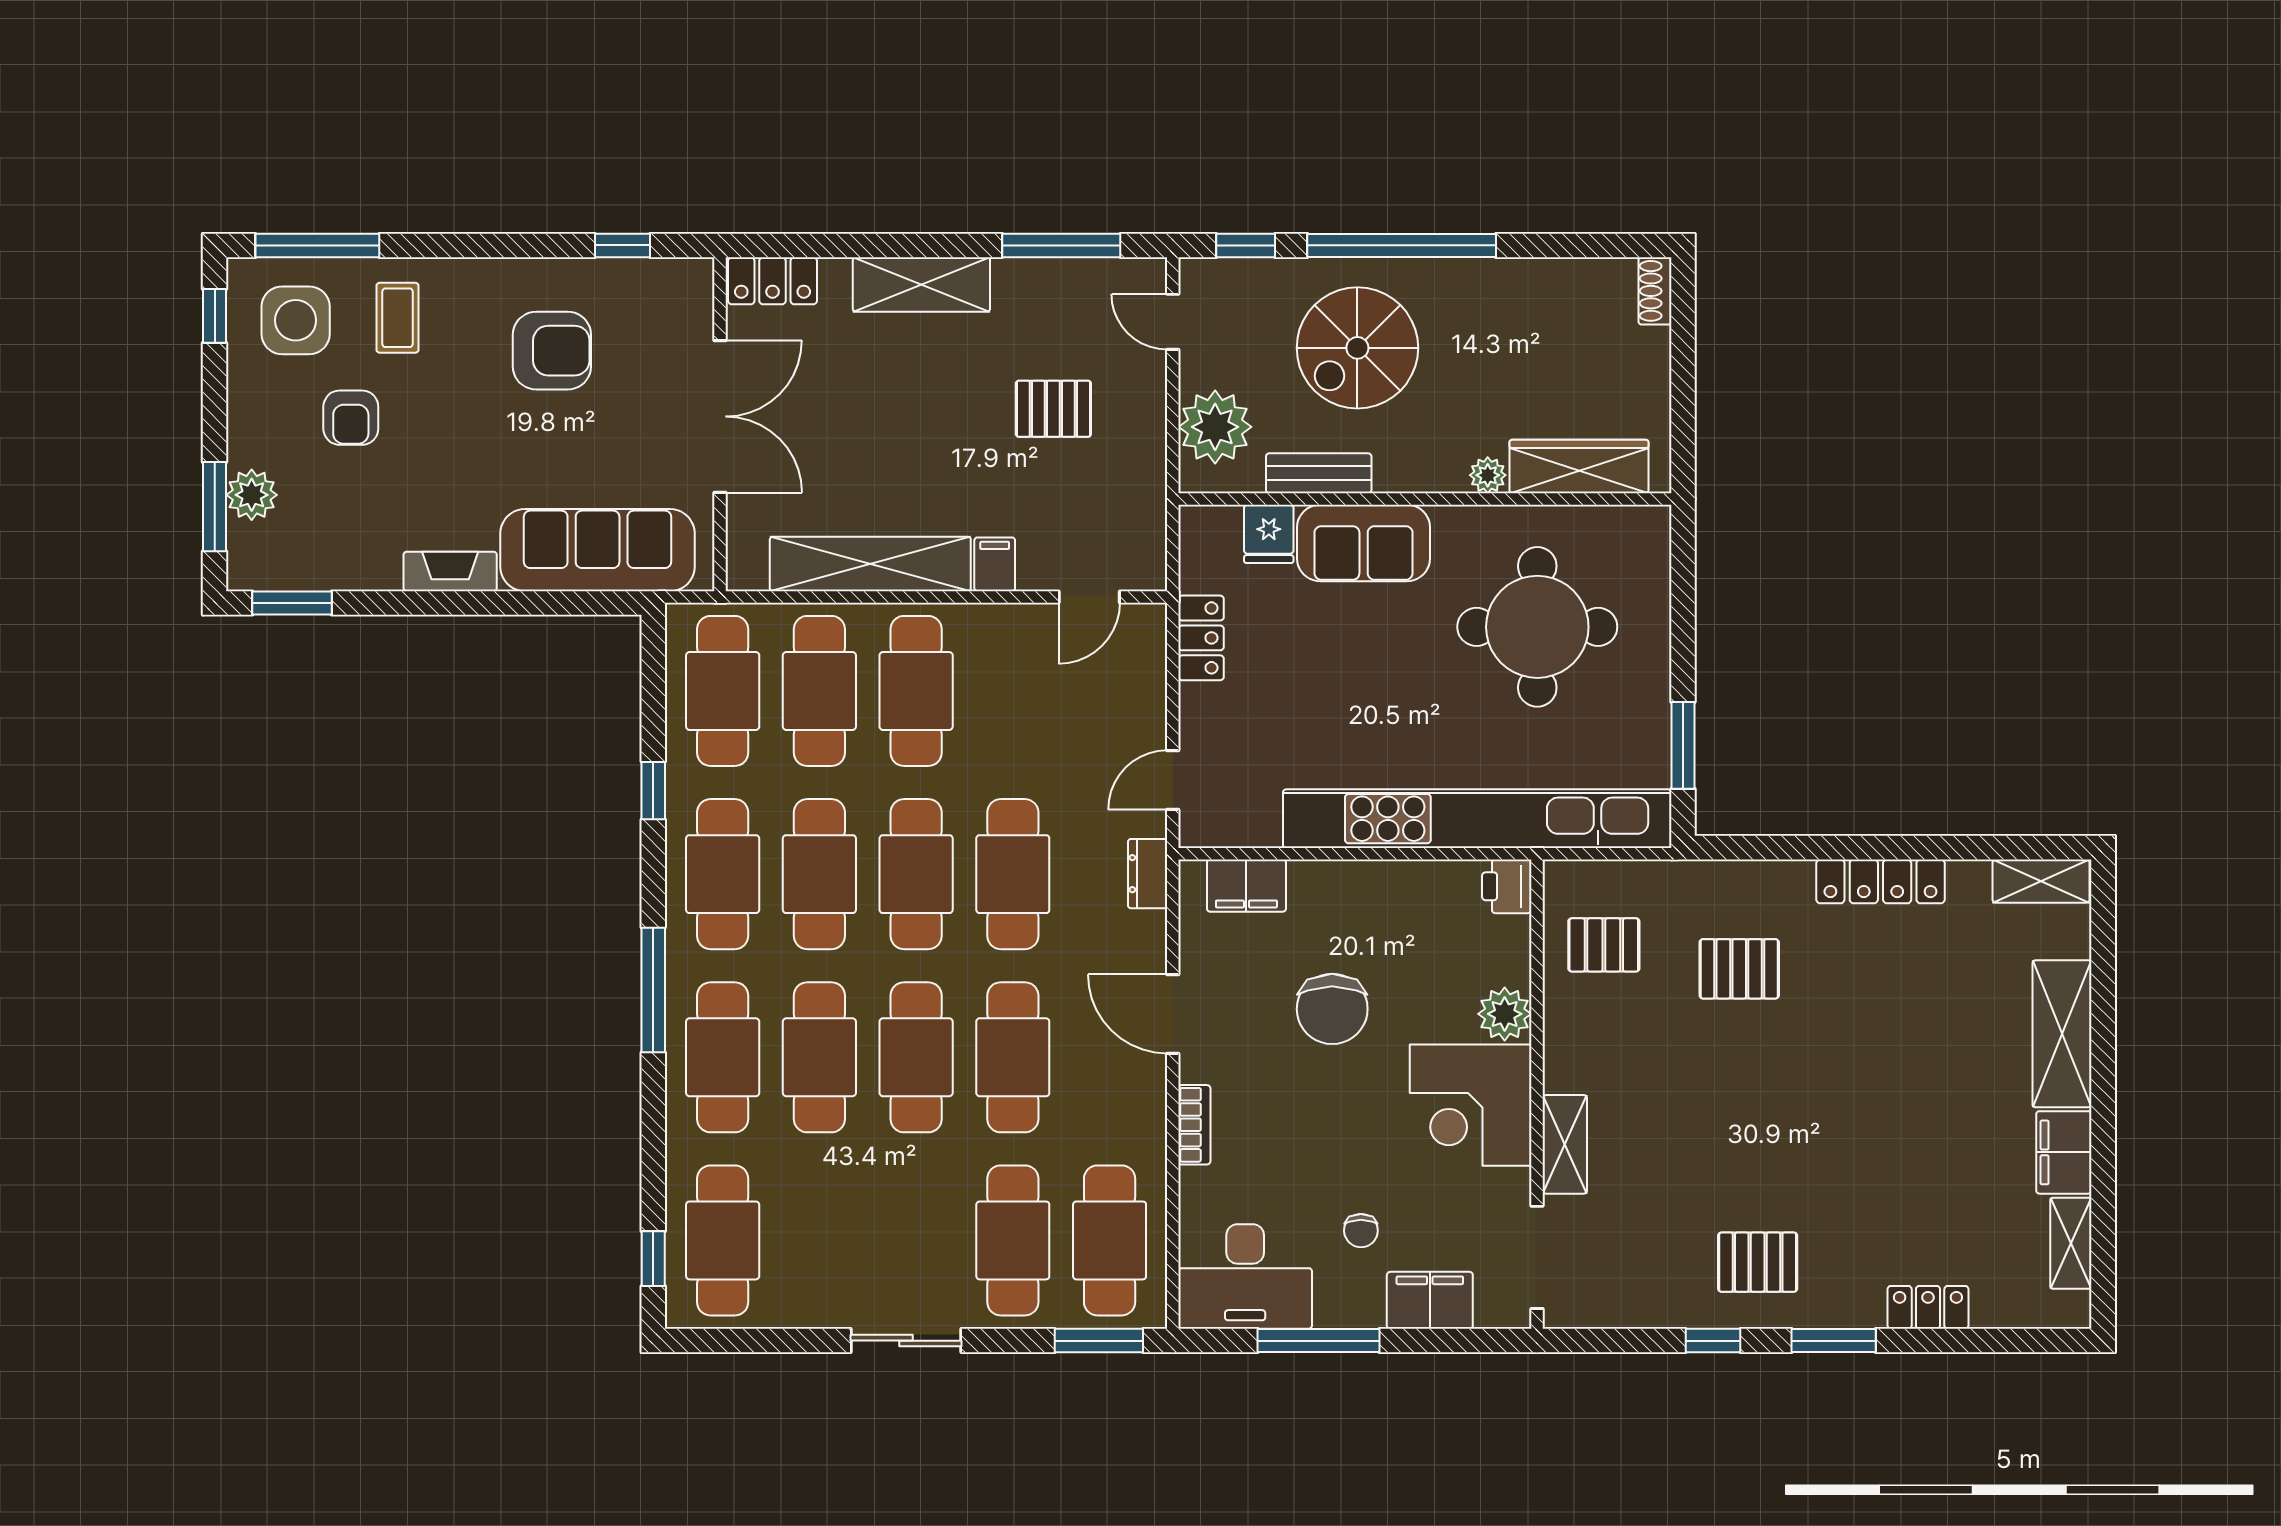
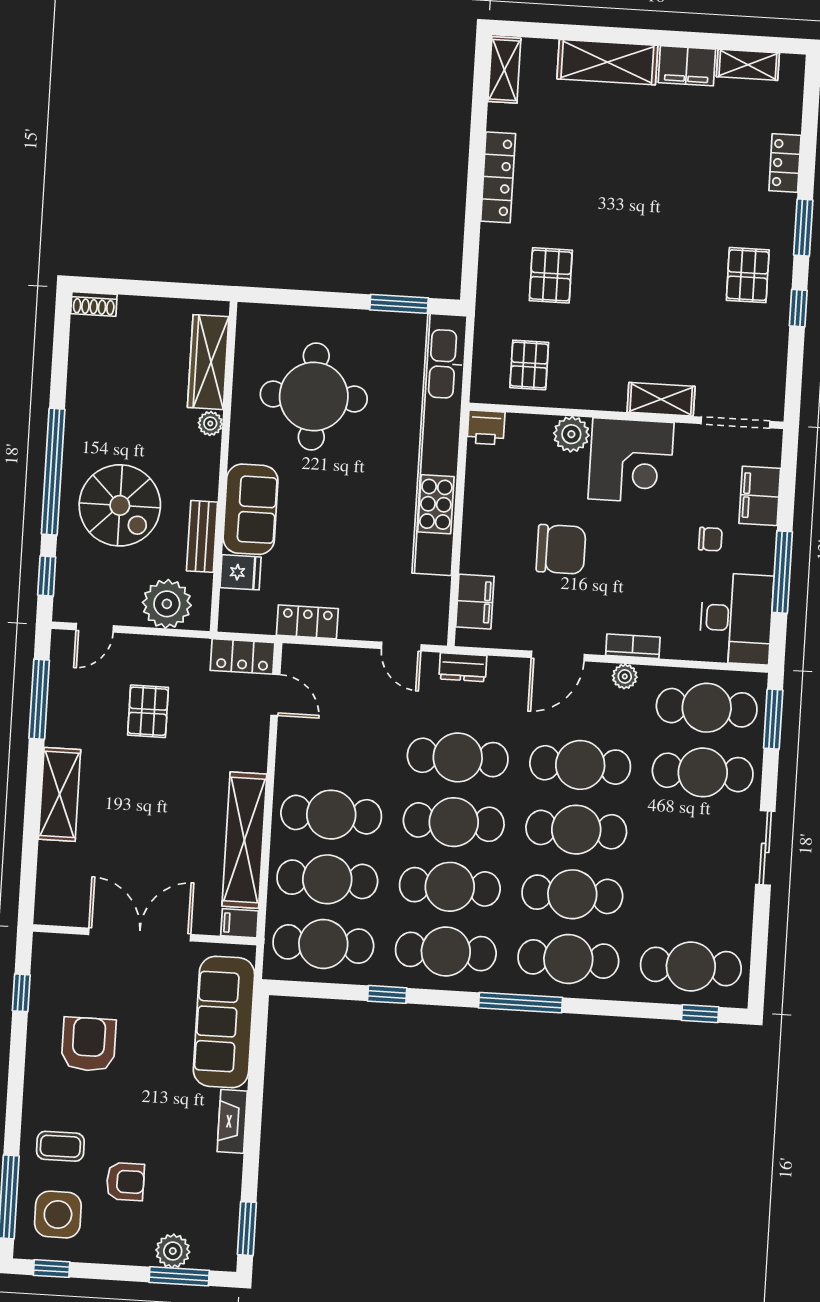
locker: (773, 281) -> (243, 656), moved, turned 90
filing cabinet: (995, 564) -> (240, 923), moved
plant: (1149, 1116) -> (625, 676), added

